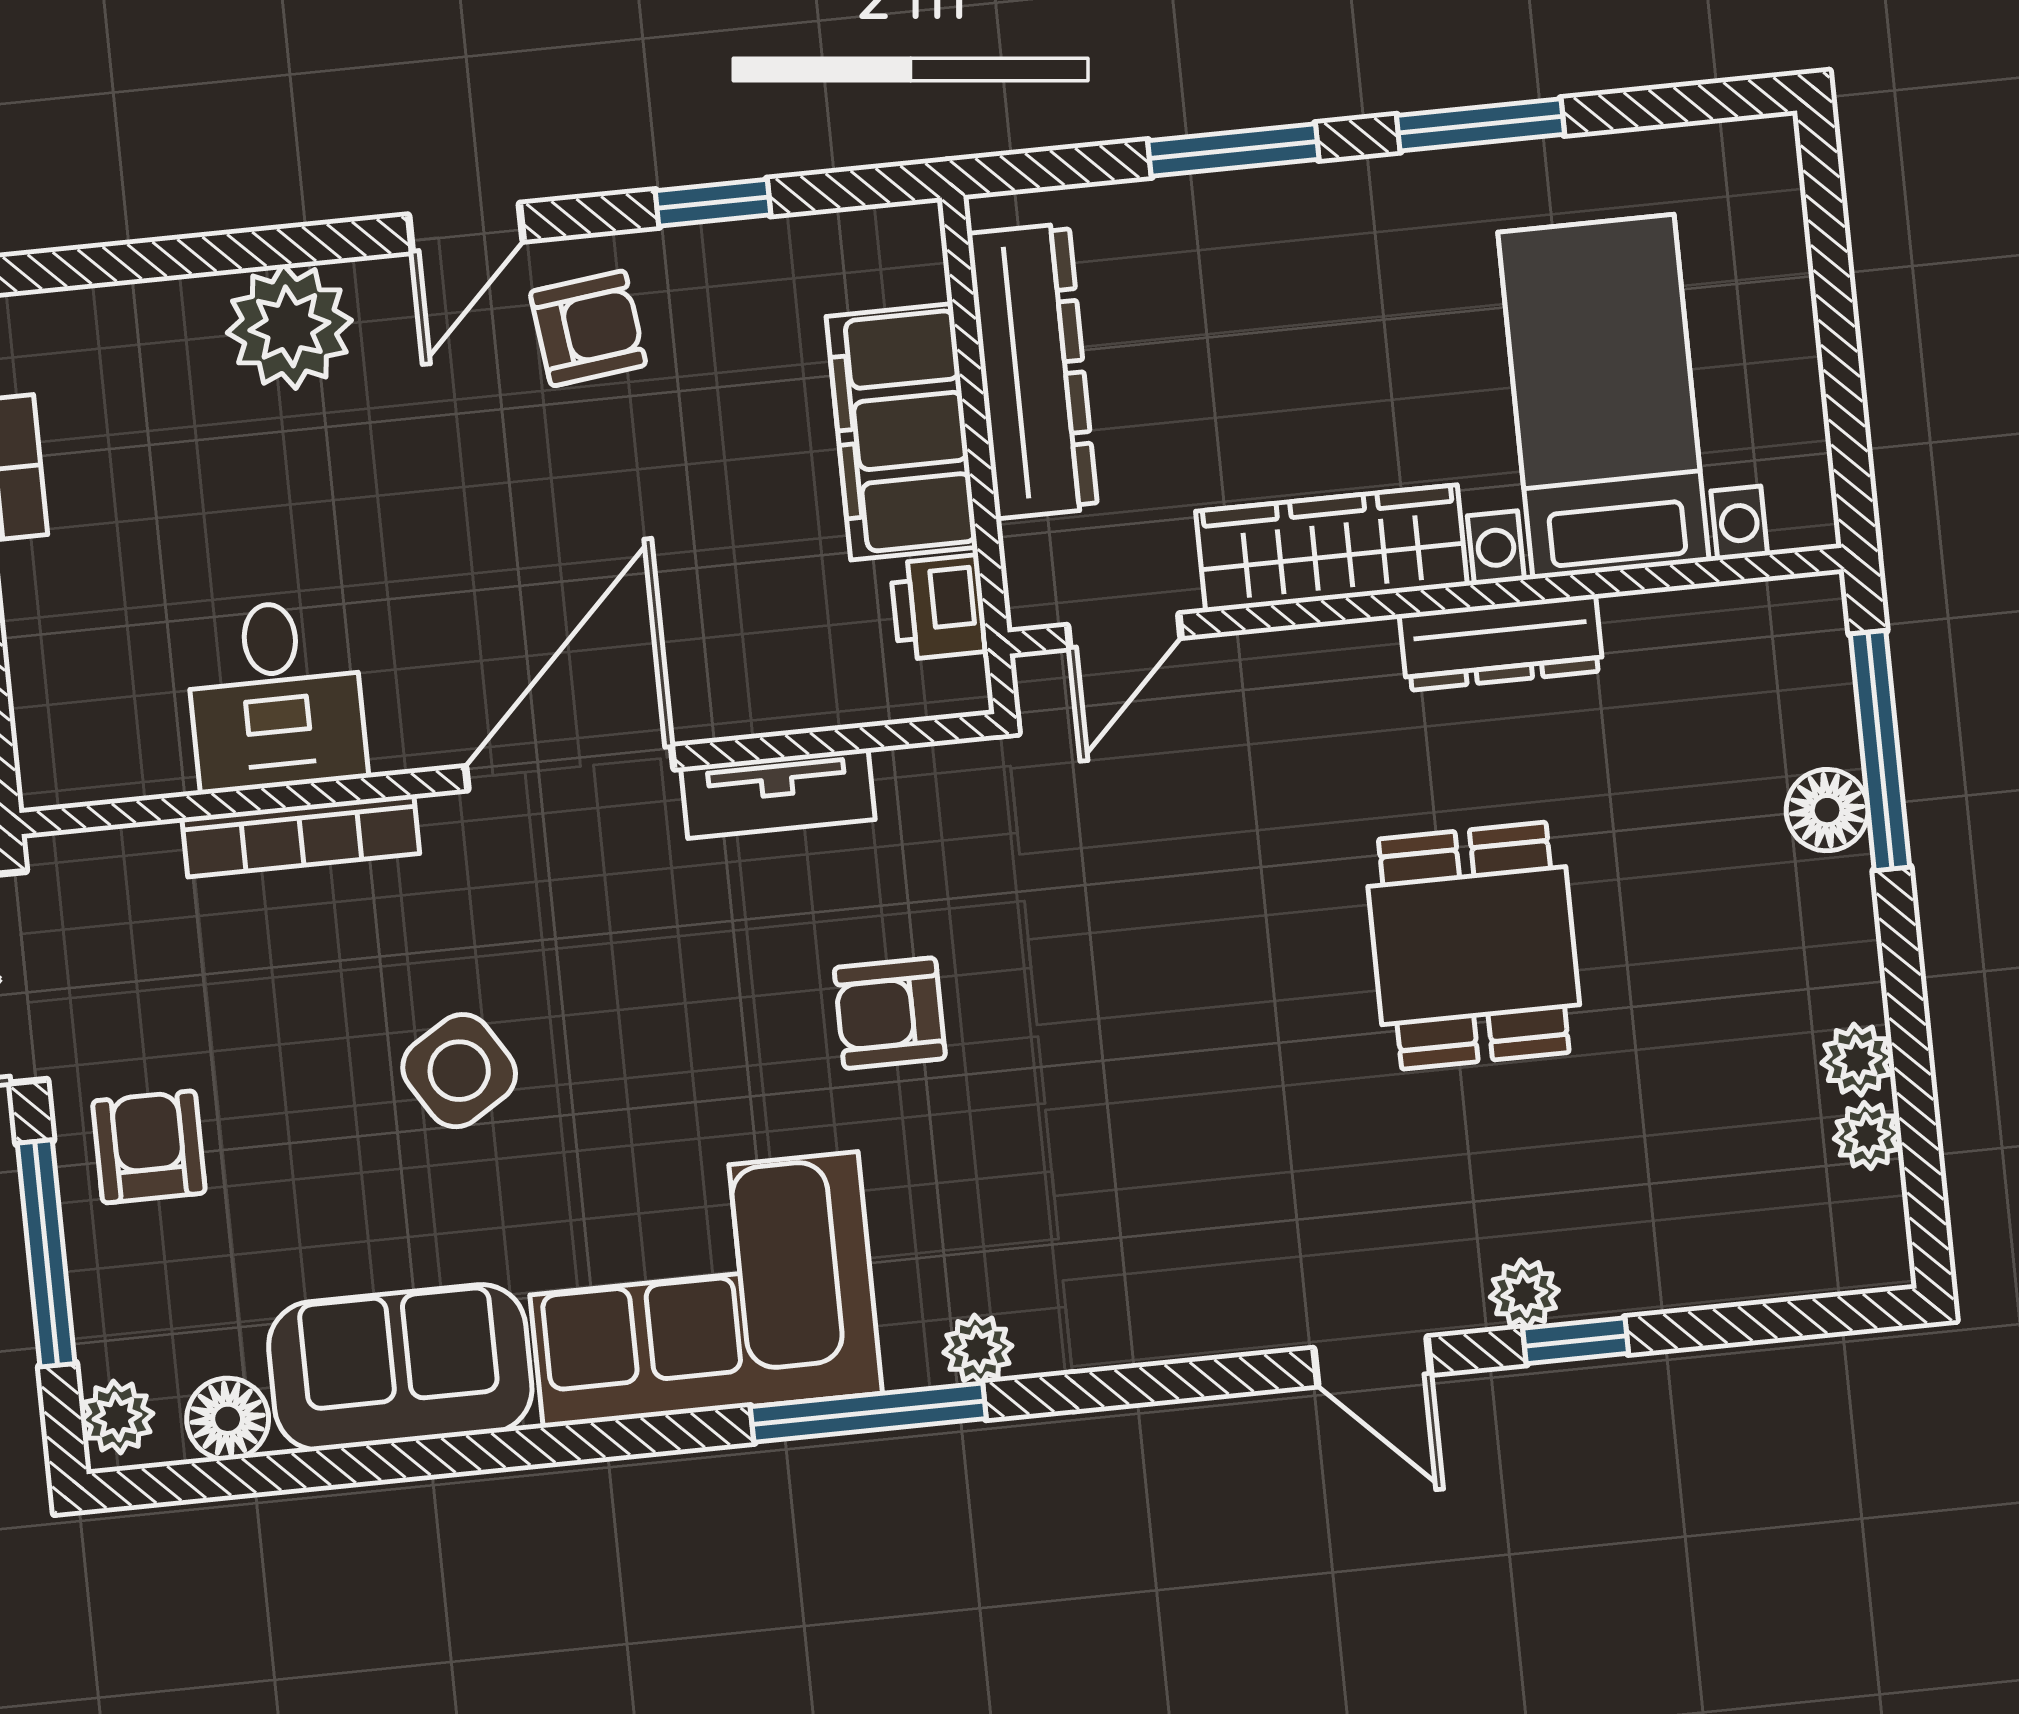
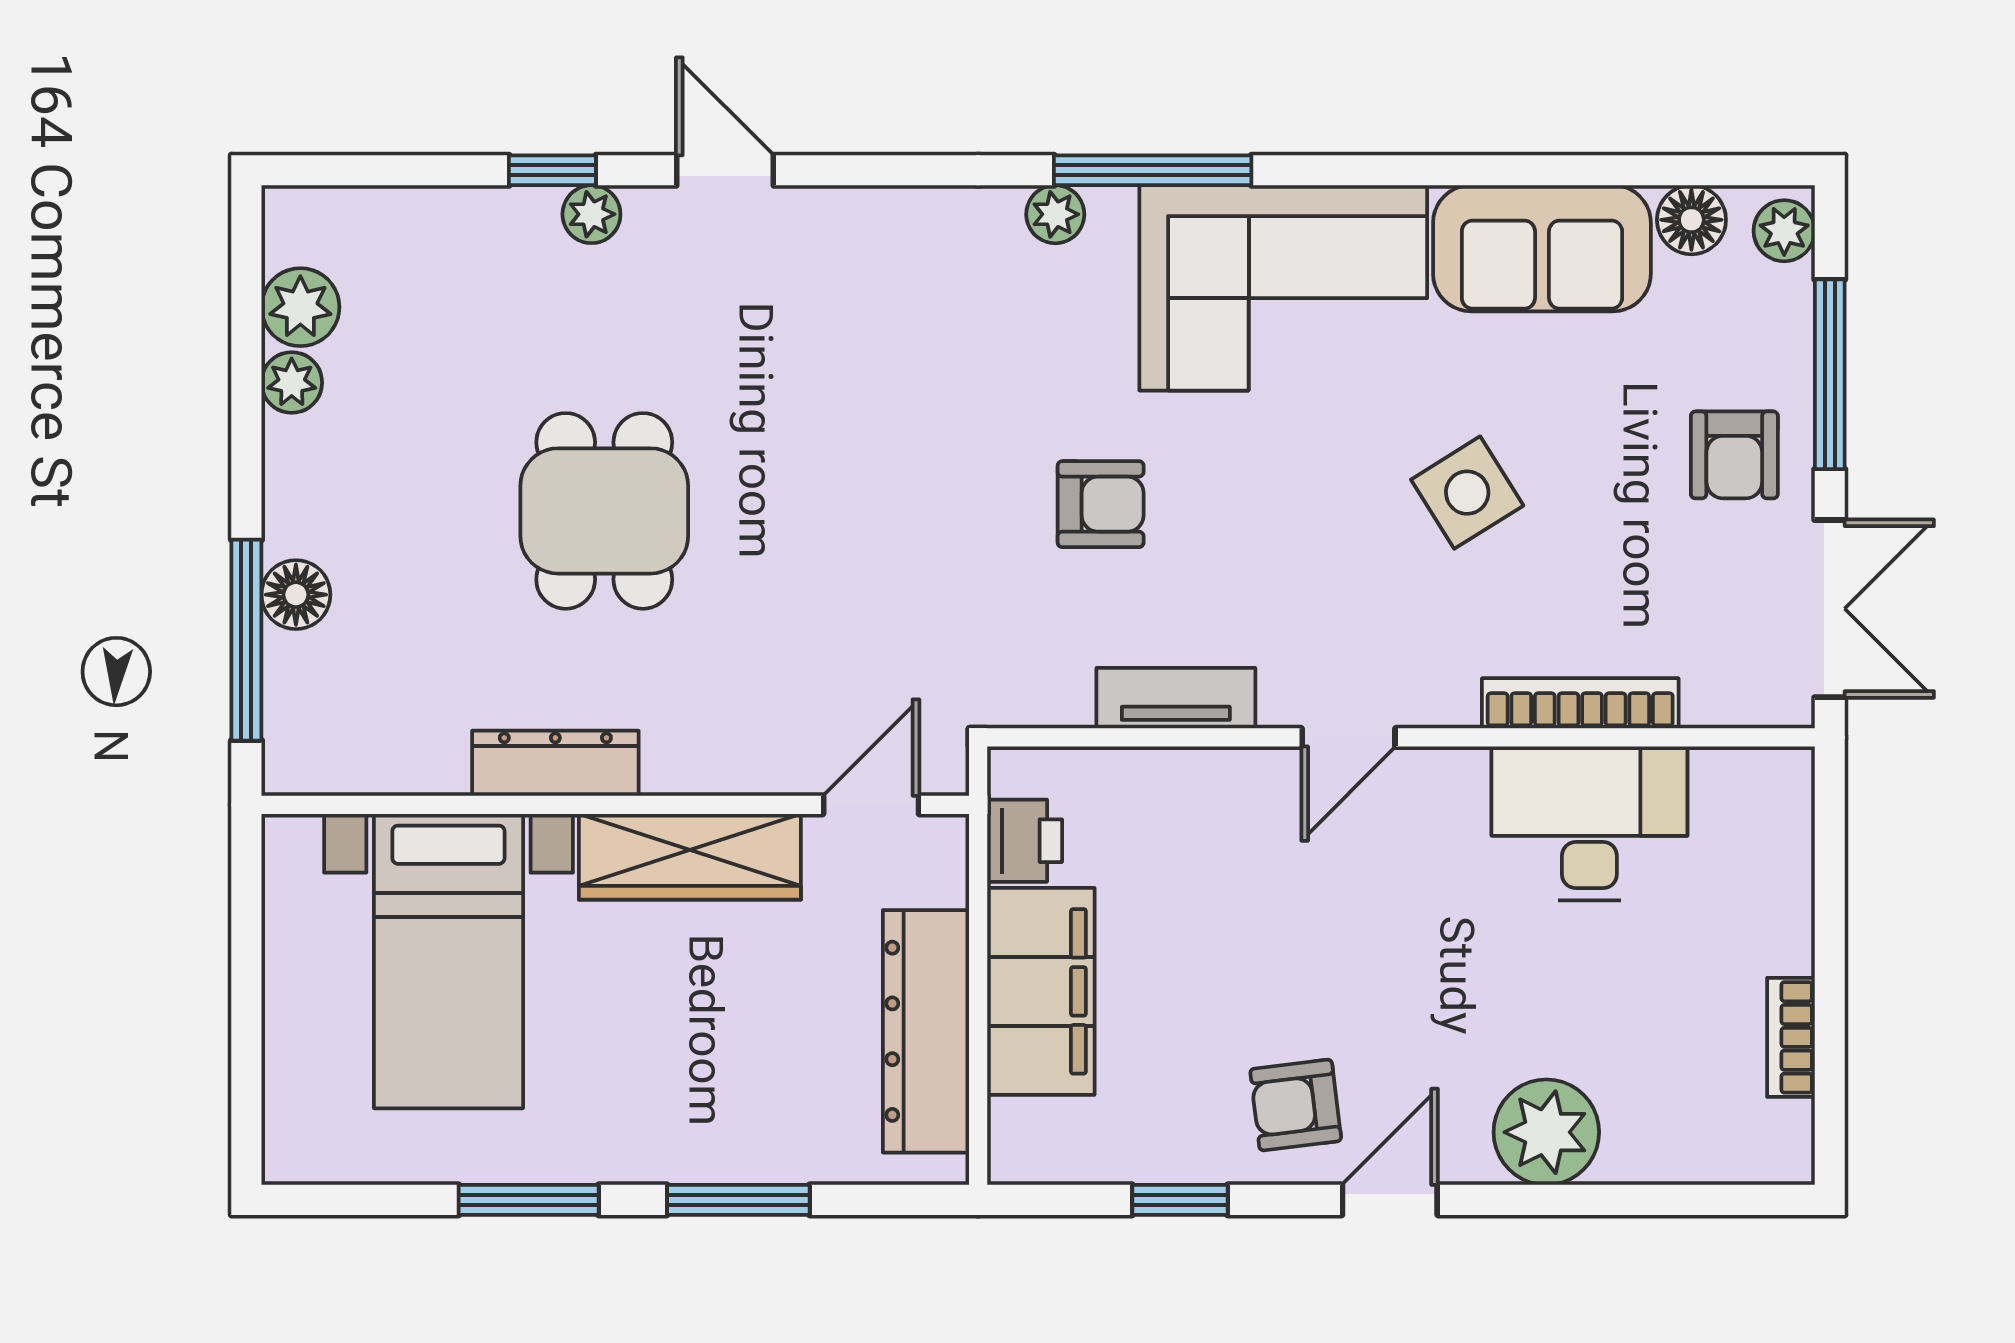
desk: (276, 695) -> (1589, 823), width x1.37
door: (570, 768) -> (1348, 737), width x0.53
plant: (1867, 1136) -> (300, 307), width x1.38, depth x1.38

